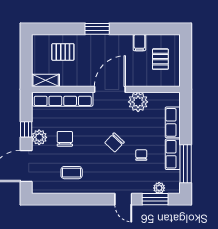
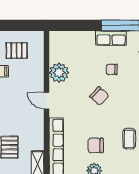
door: (110, 89) -> (47, 101), width x0.53
row of seats: (173, 122) -> (79, 38), removed

